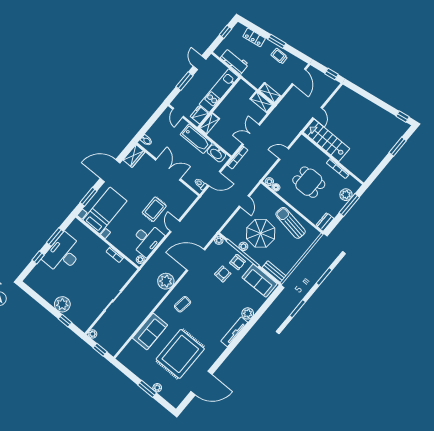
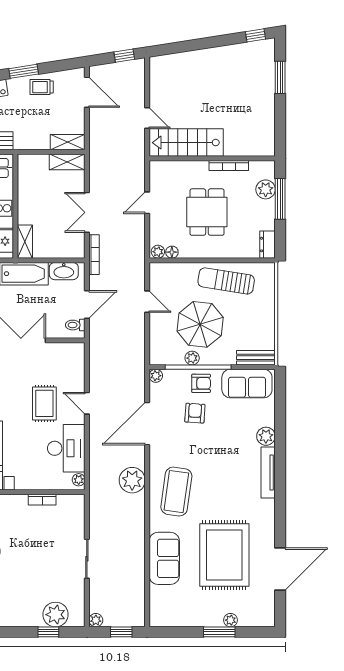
dining table: (309, 182) -> (207, 212), turned 90
plant: (62, 304) -> (56, 615), moved
coffee table: (183, 304) -> (176, 492), width x1.86, depth x1.72

